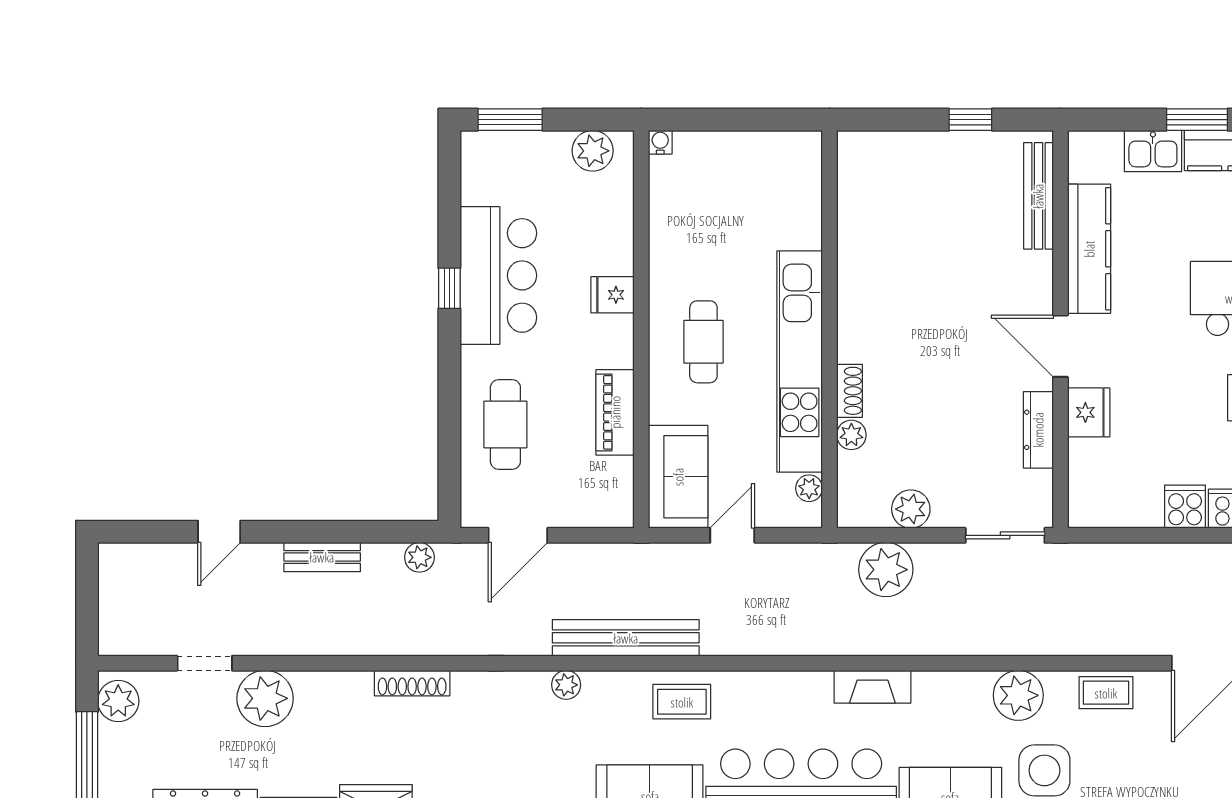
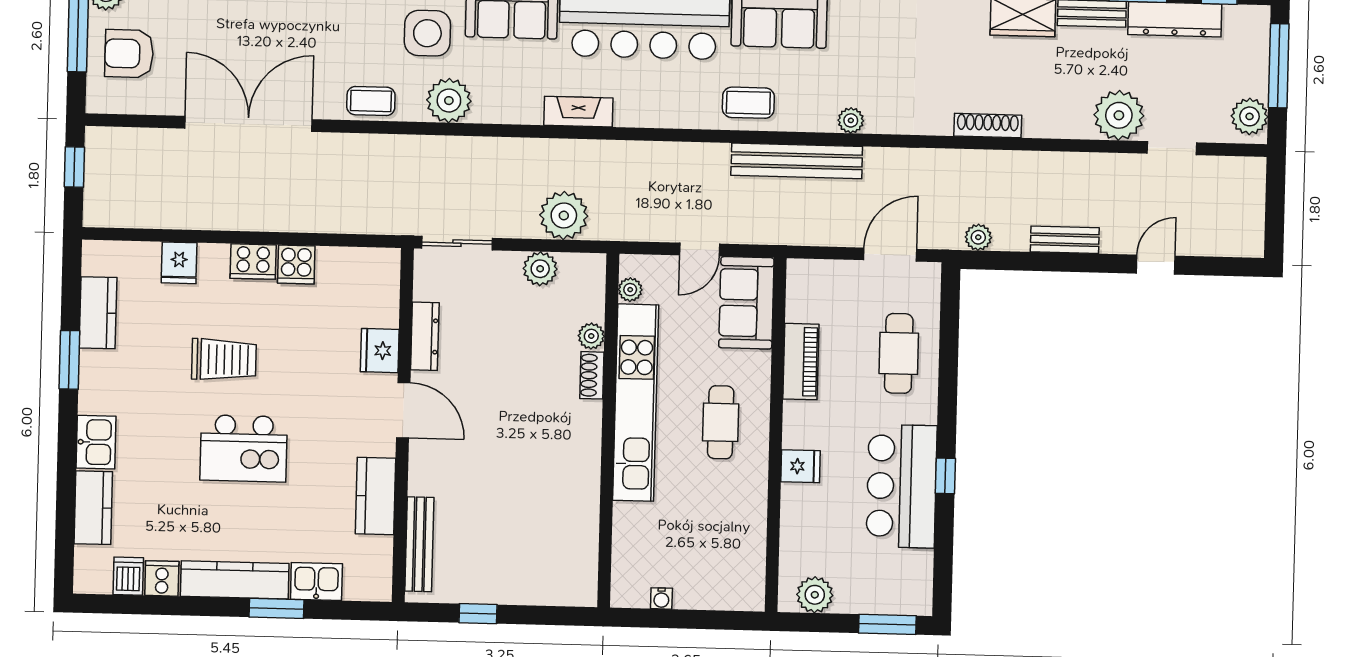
water cooler: (660, 142) -> (661, 598), moved
kitchen counter: (1089, 249) -> (375, 496), width x0.67

